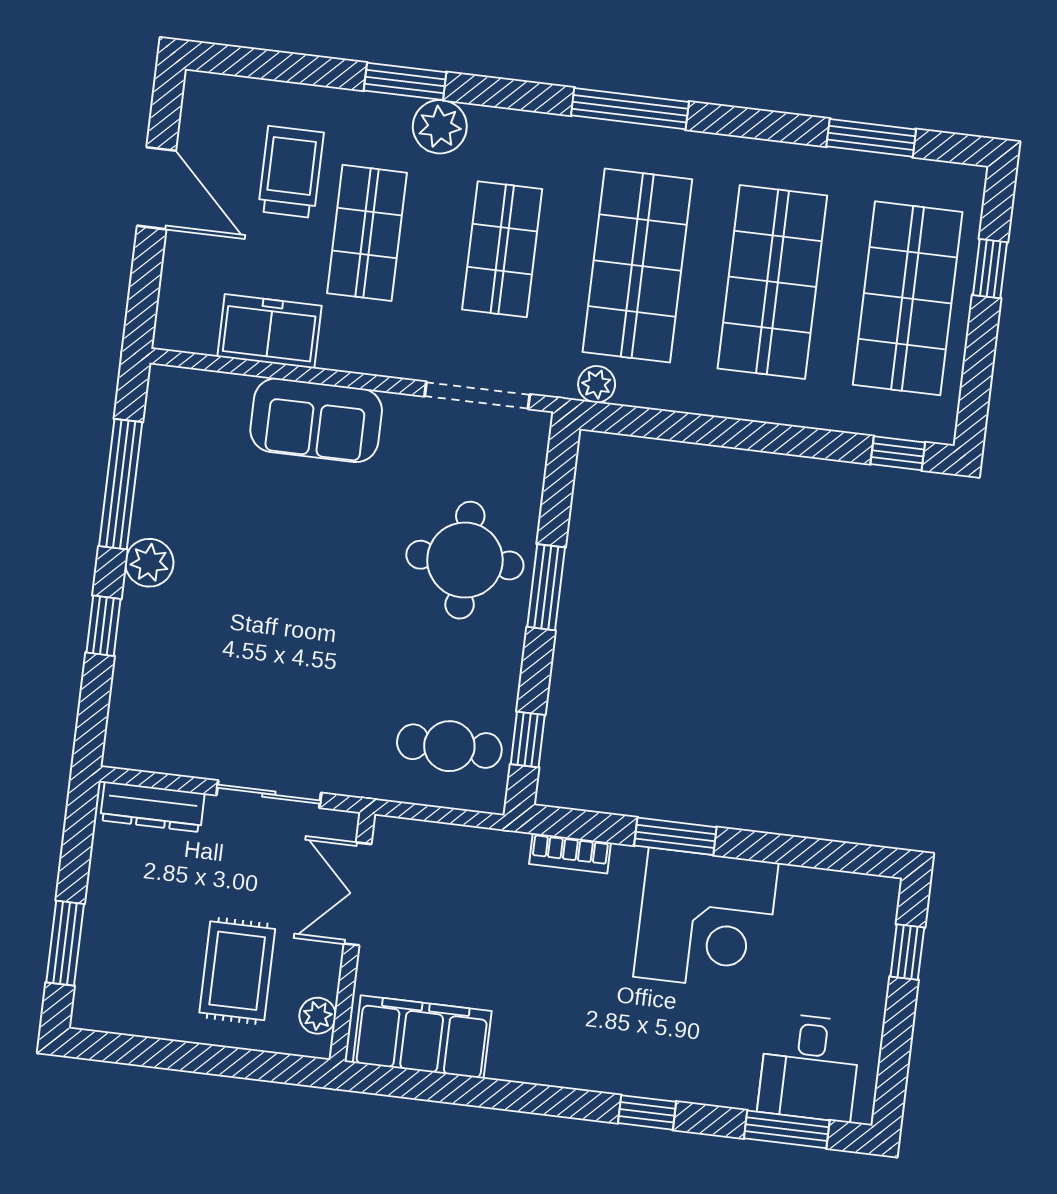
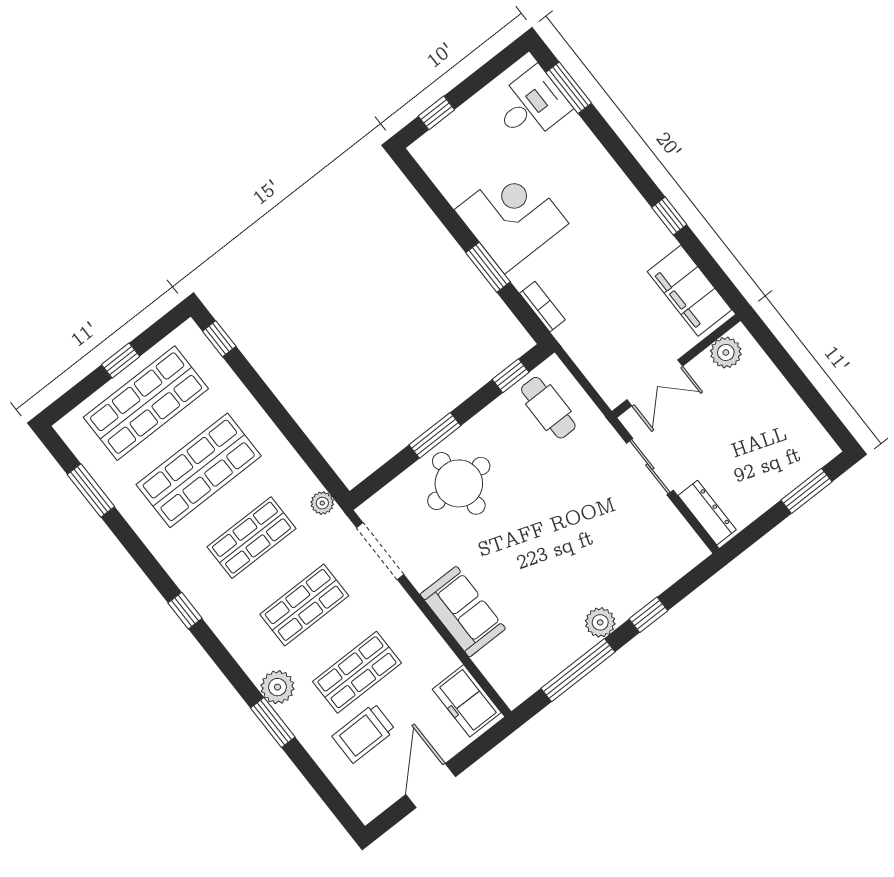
window: (630, 109) -> (185, 611), width x0.46
shop shelf: (637, 266) -> (251, 538), width x0.70, depth x0.74
window: (990, 269) -> (121, 361), moved
freezer: (269, 331) -> (467, 701), moved
rug: (237, 971) -> (742, 402), removed
plant: (318, 1016) -> (726, 352), width x1.38, depth x1.38
window: (647, 1112) -> (669, 216), moved

